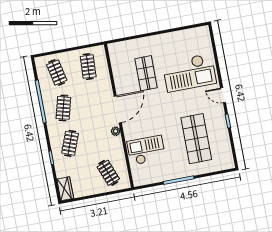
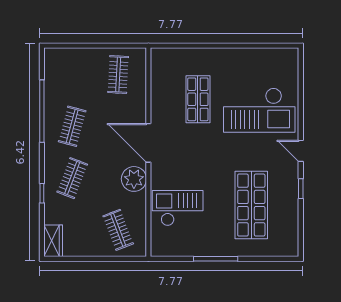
clothes rail: (57, 72) -> (72, 75), removed
door: (118, 109) -> (148, 143), swing flipped
plant: (116, 131) -> (134, 179), width x1.88, depth x1.88

